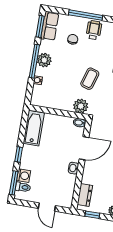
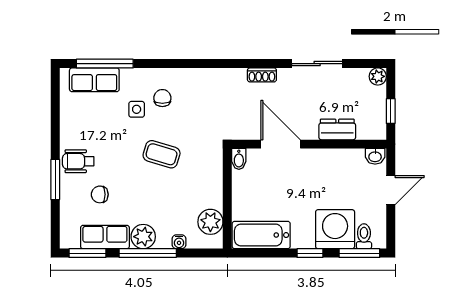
window: (86, 15) -> (55, 180), width x0.69
row of seats: (50, 26) -> (105, 237), moved
plant: (81, 106) -> (210, 222), moved
washbasin: (73, 168) -> (375, 156), moved
washing machine: (24, 176) -> (335, 229), width x1.89, depth x1.89
dresser: (85, 195) -> (337, 129), moved

